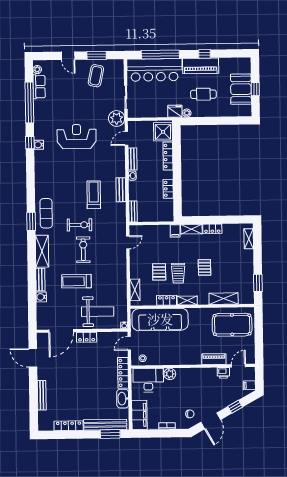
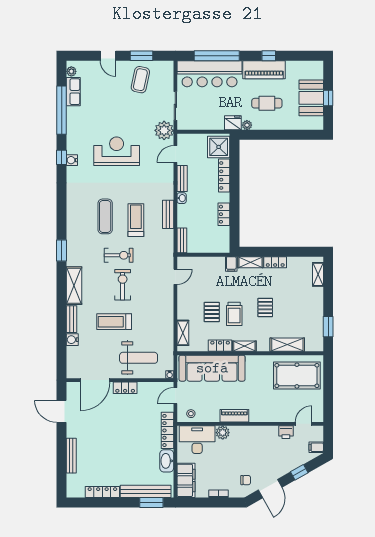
exercise mat: (46, 213) -> (105, 216), moved
piano: (214, 359) -> (234, 416), moved

